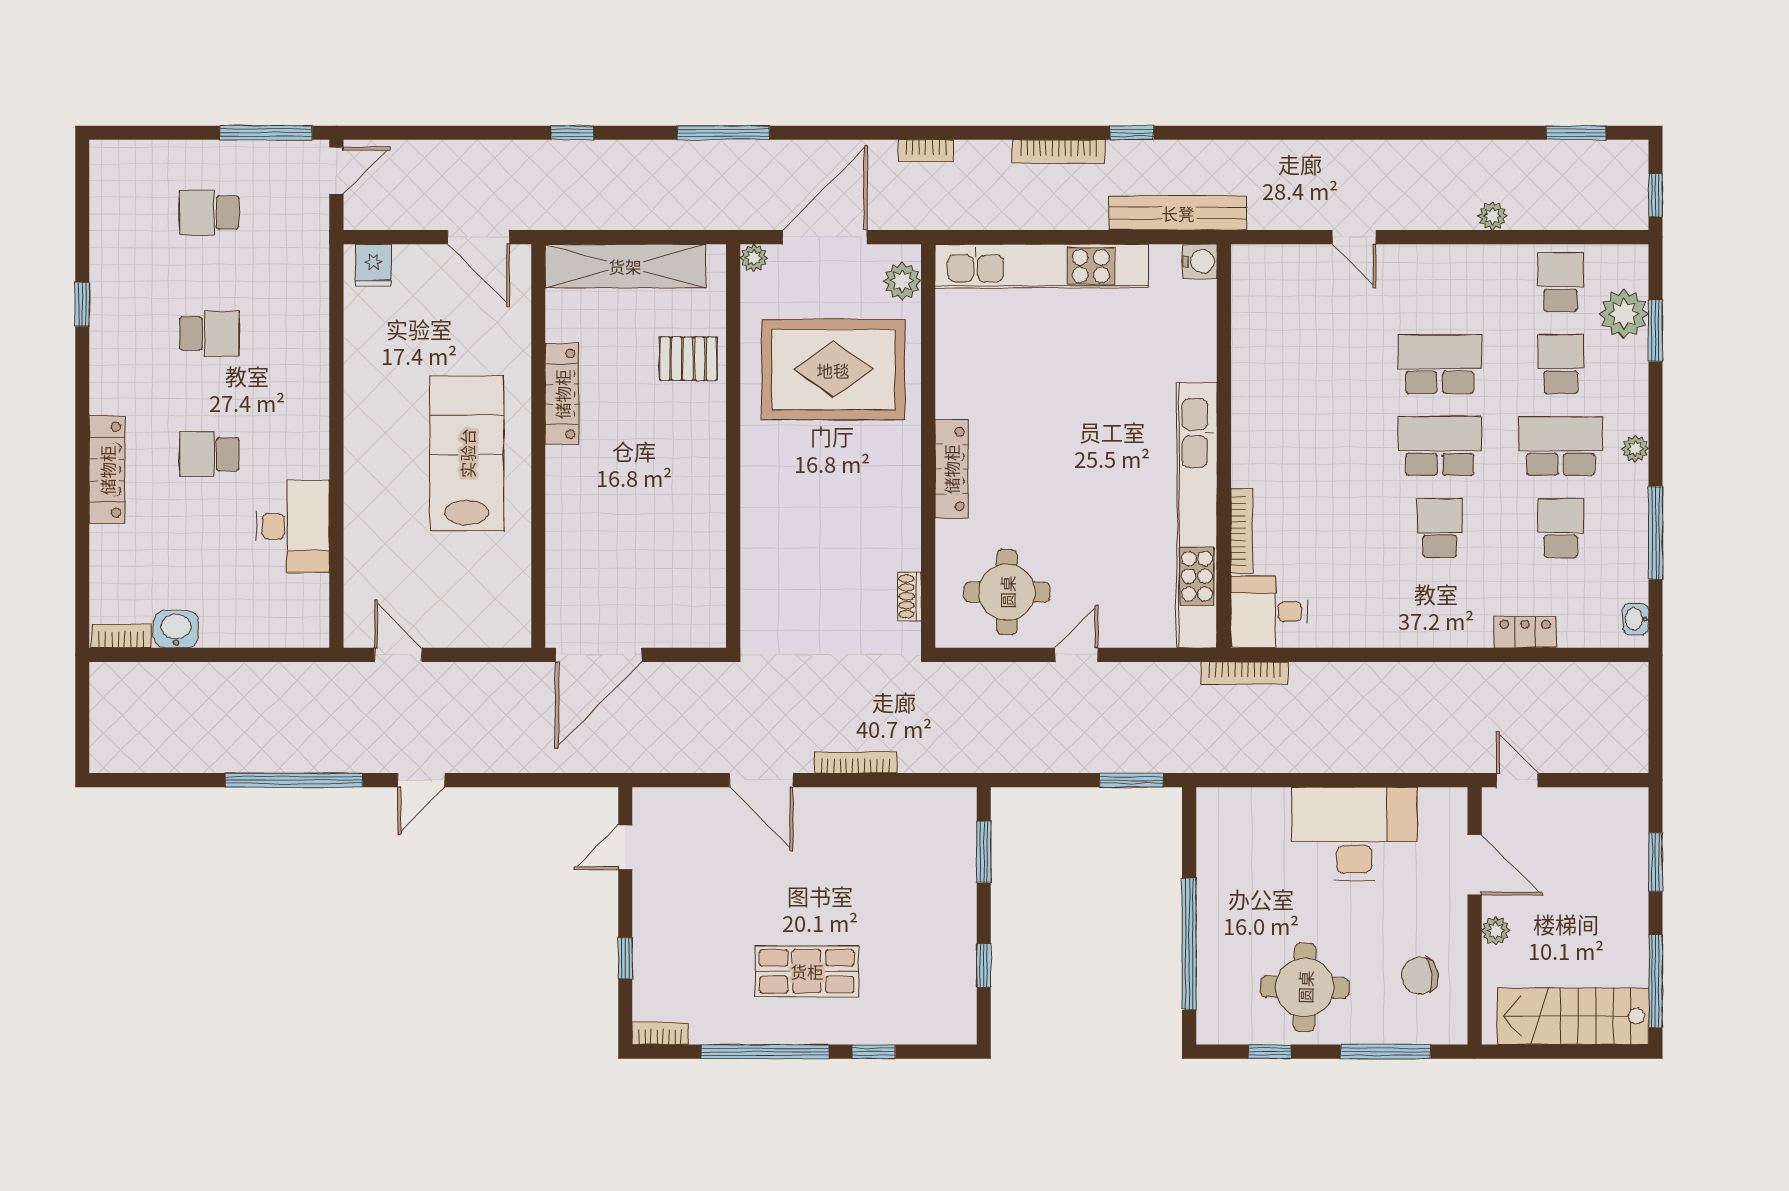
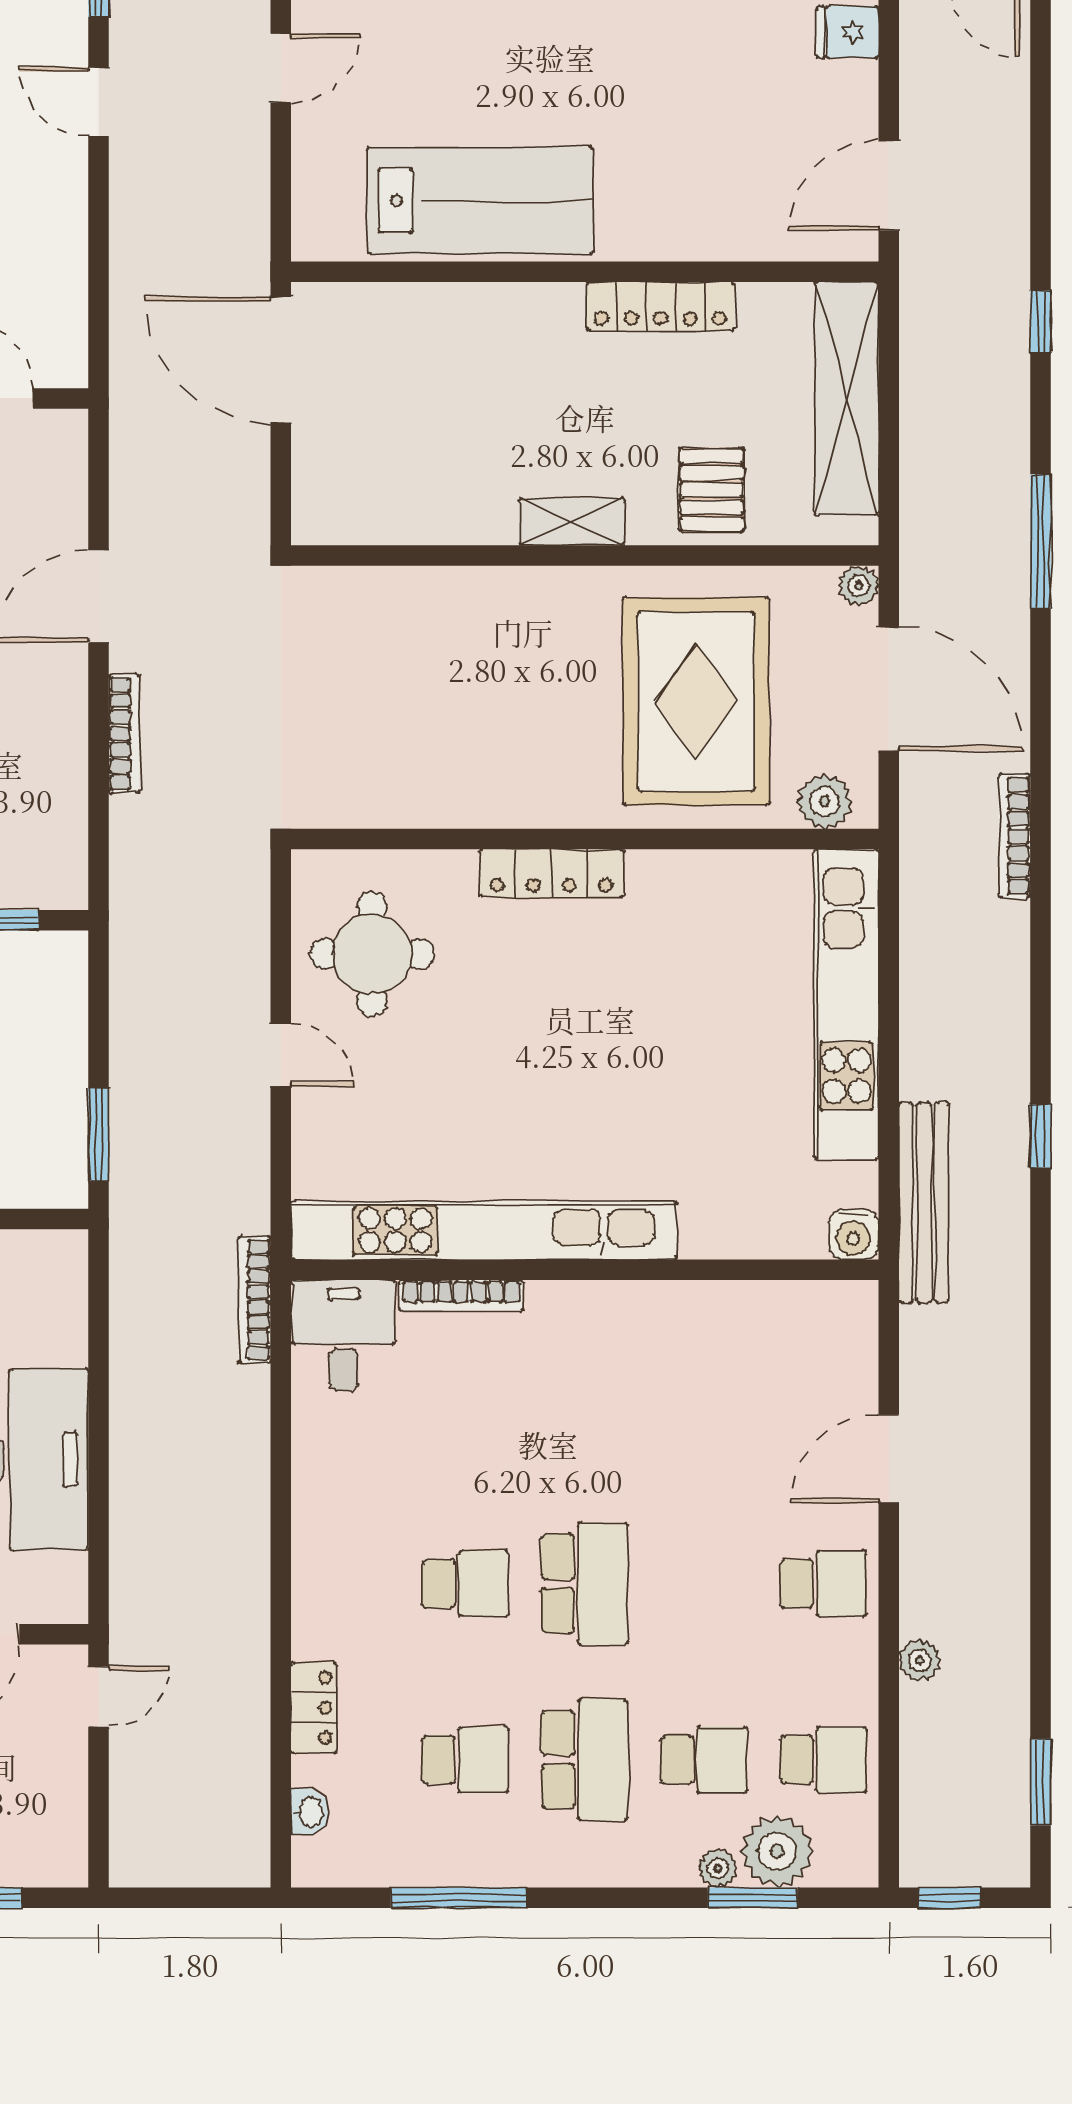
bookcase: (926, 151) -> (1015, 836), width x1.56
bookcase: (1059, 151) -> (1013, 1029), removed
door: (1354, 237) -> (889, 1459), width x1.38
school desk: (1440, 364) -> (823, 1584), moved, width x0.54
plant: (1635, 449) -> (718, 1868), moved
lab bench: (467, 453) -> (480, 201), moved
shelving: (710, 455) -> (572, 522), added
shoe rack: (909, 596) -> (366, 812), removed
washbasin: (1636, 619) -> (310, 1812), moved, turned 90

